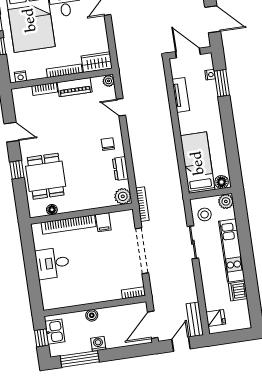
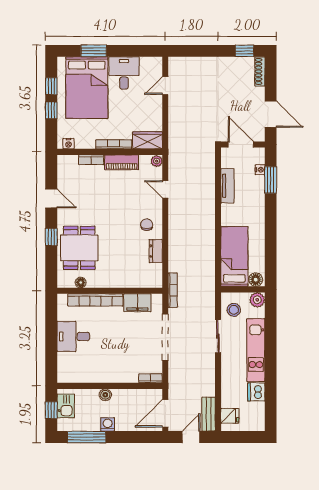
plant: (123, 196) -> (154, 280), removed
filing cabinet: (103, 222) -> (137, 303), width x2.00

